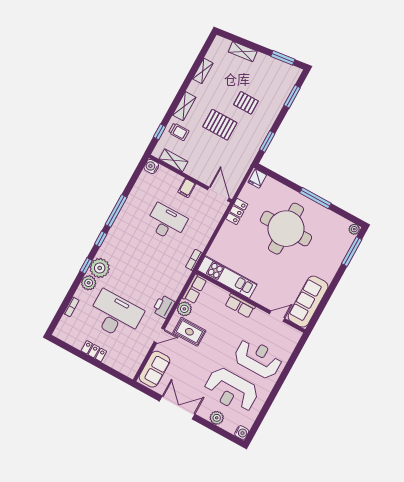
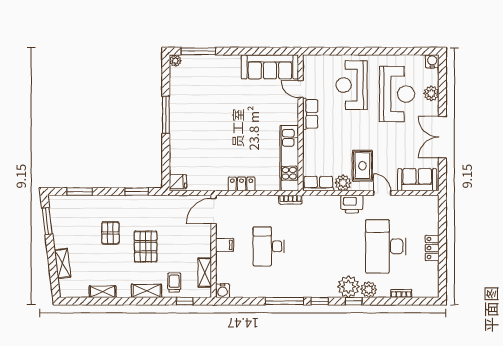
locker: (237, 212) -> (242, 184), moved
round table: (286, 229) -> (211, 127), removed
row of seats: (240, 306) -> (310, 114), moved

